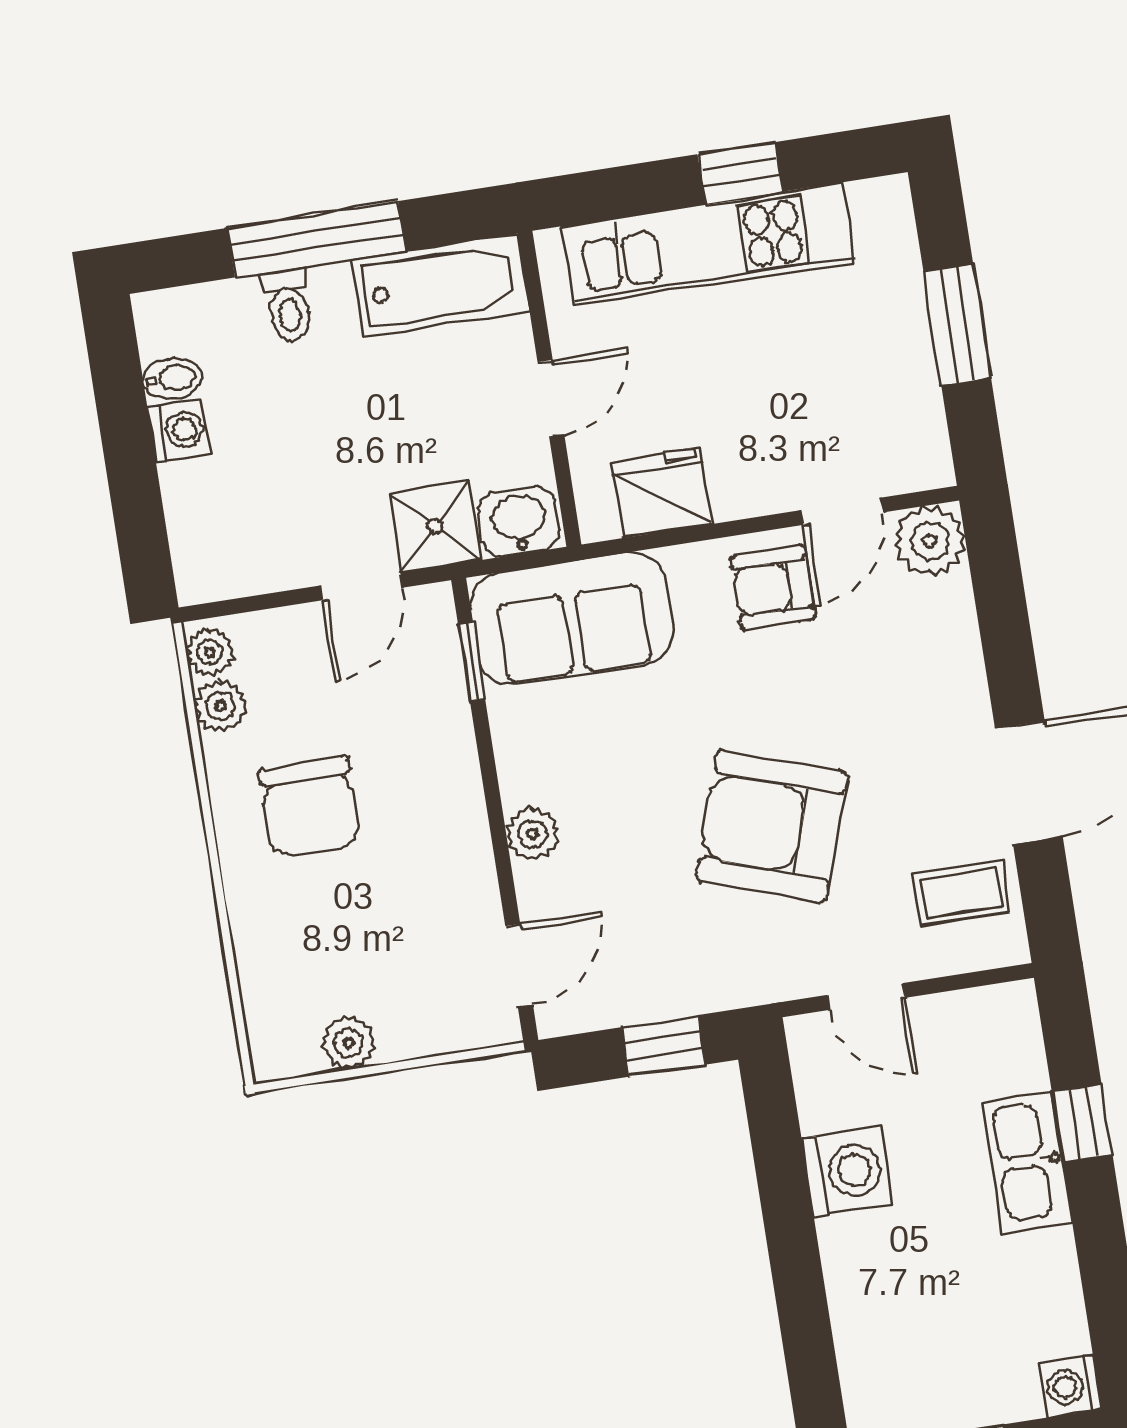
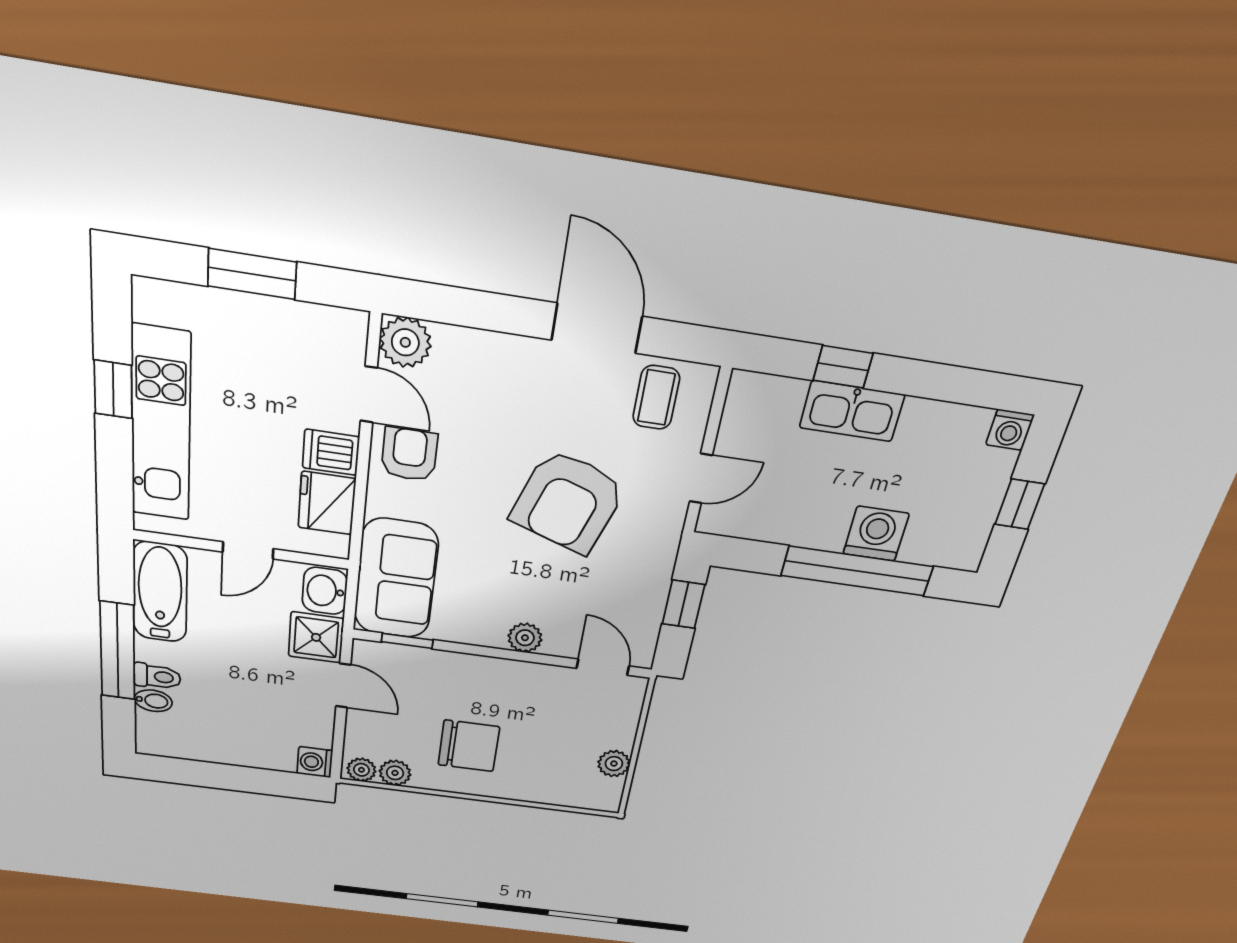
bidet: (173, 378) -> (153, 701), moved, turned 90
door: (551, 398) -> (248, 550), swing flipped
washing machine: (179, 431) -> (315, 762), moved, turned -90
dishwasher: (741, 480) -> (331, 452), added
armchair: (773, 587) -> (409, 454), turned 180
washing machine: (847, 1171) -> (876, 534), moved
window: (797, 1274) -> (857, 571), added

